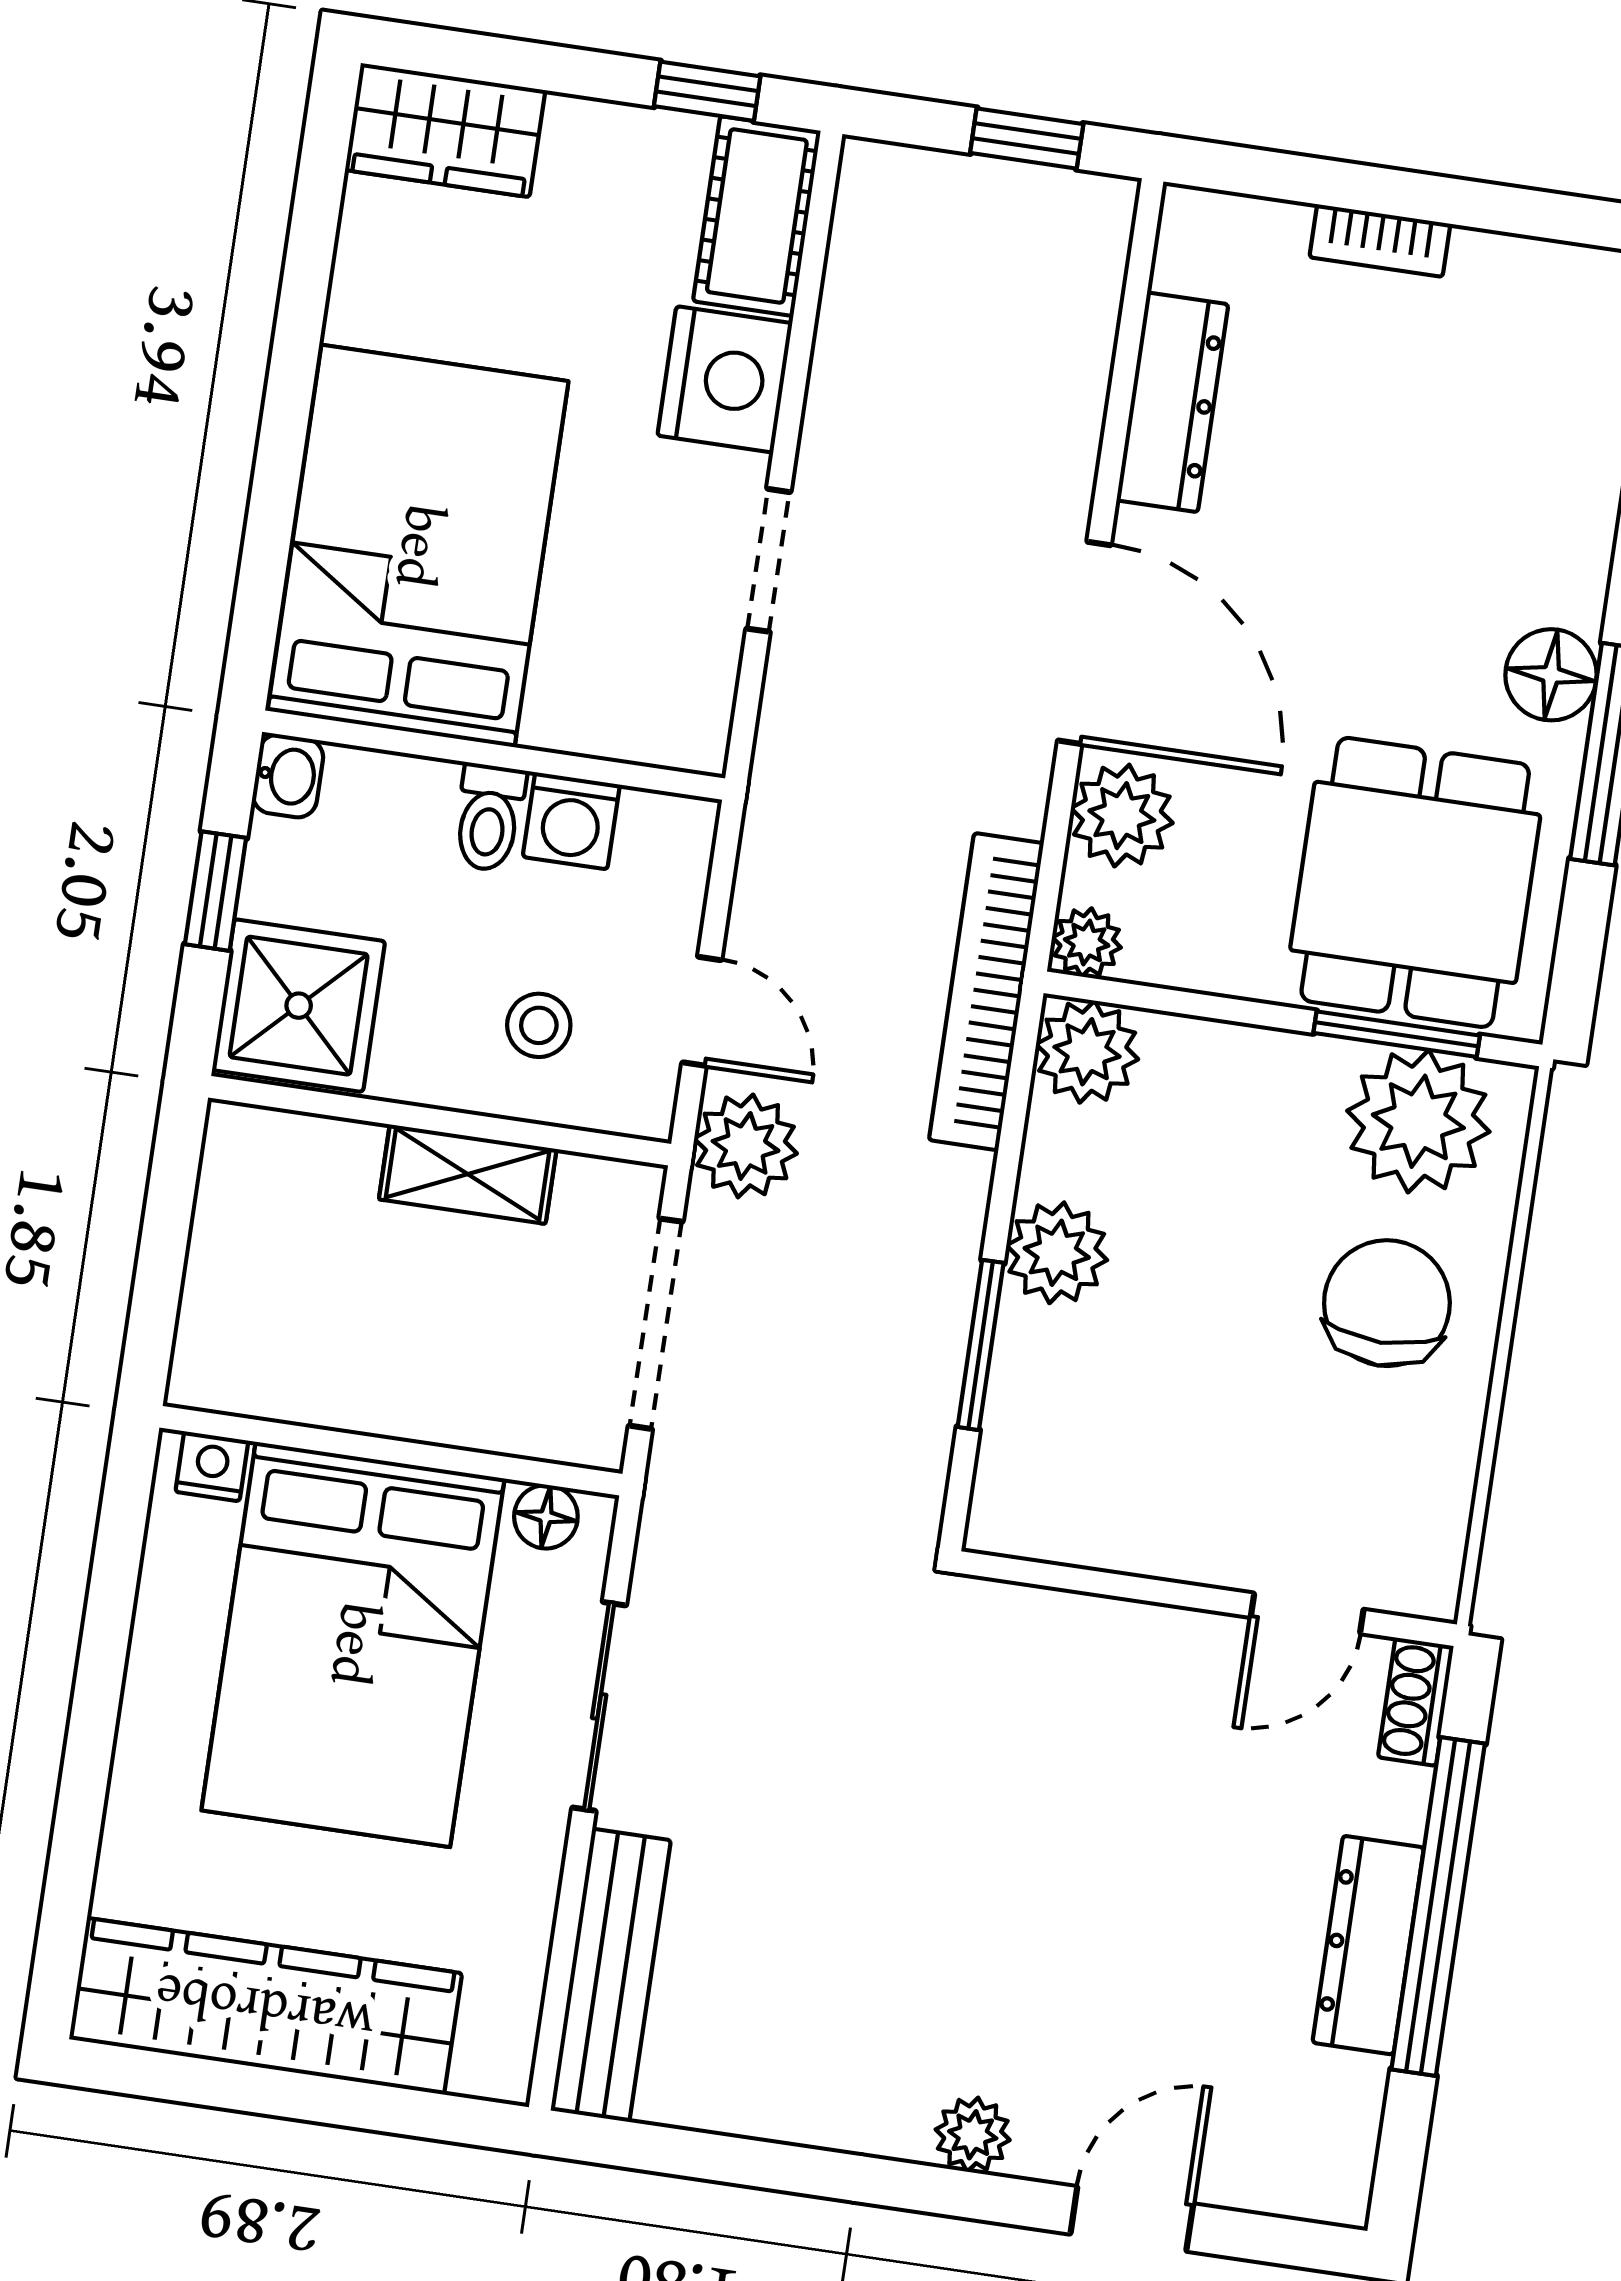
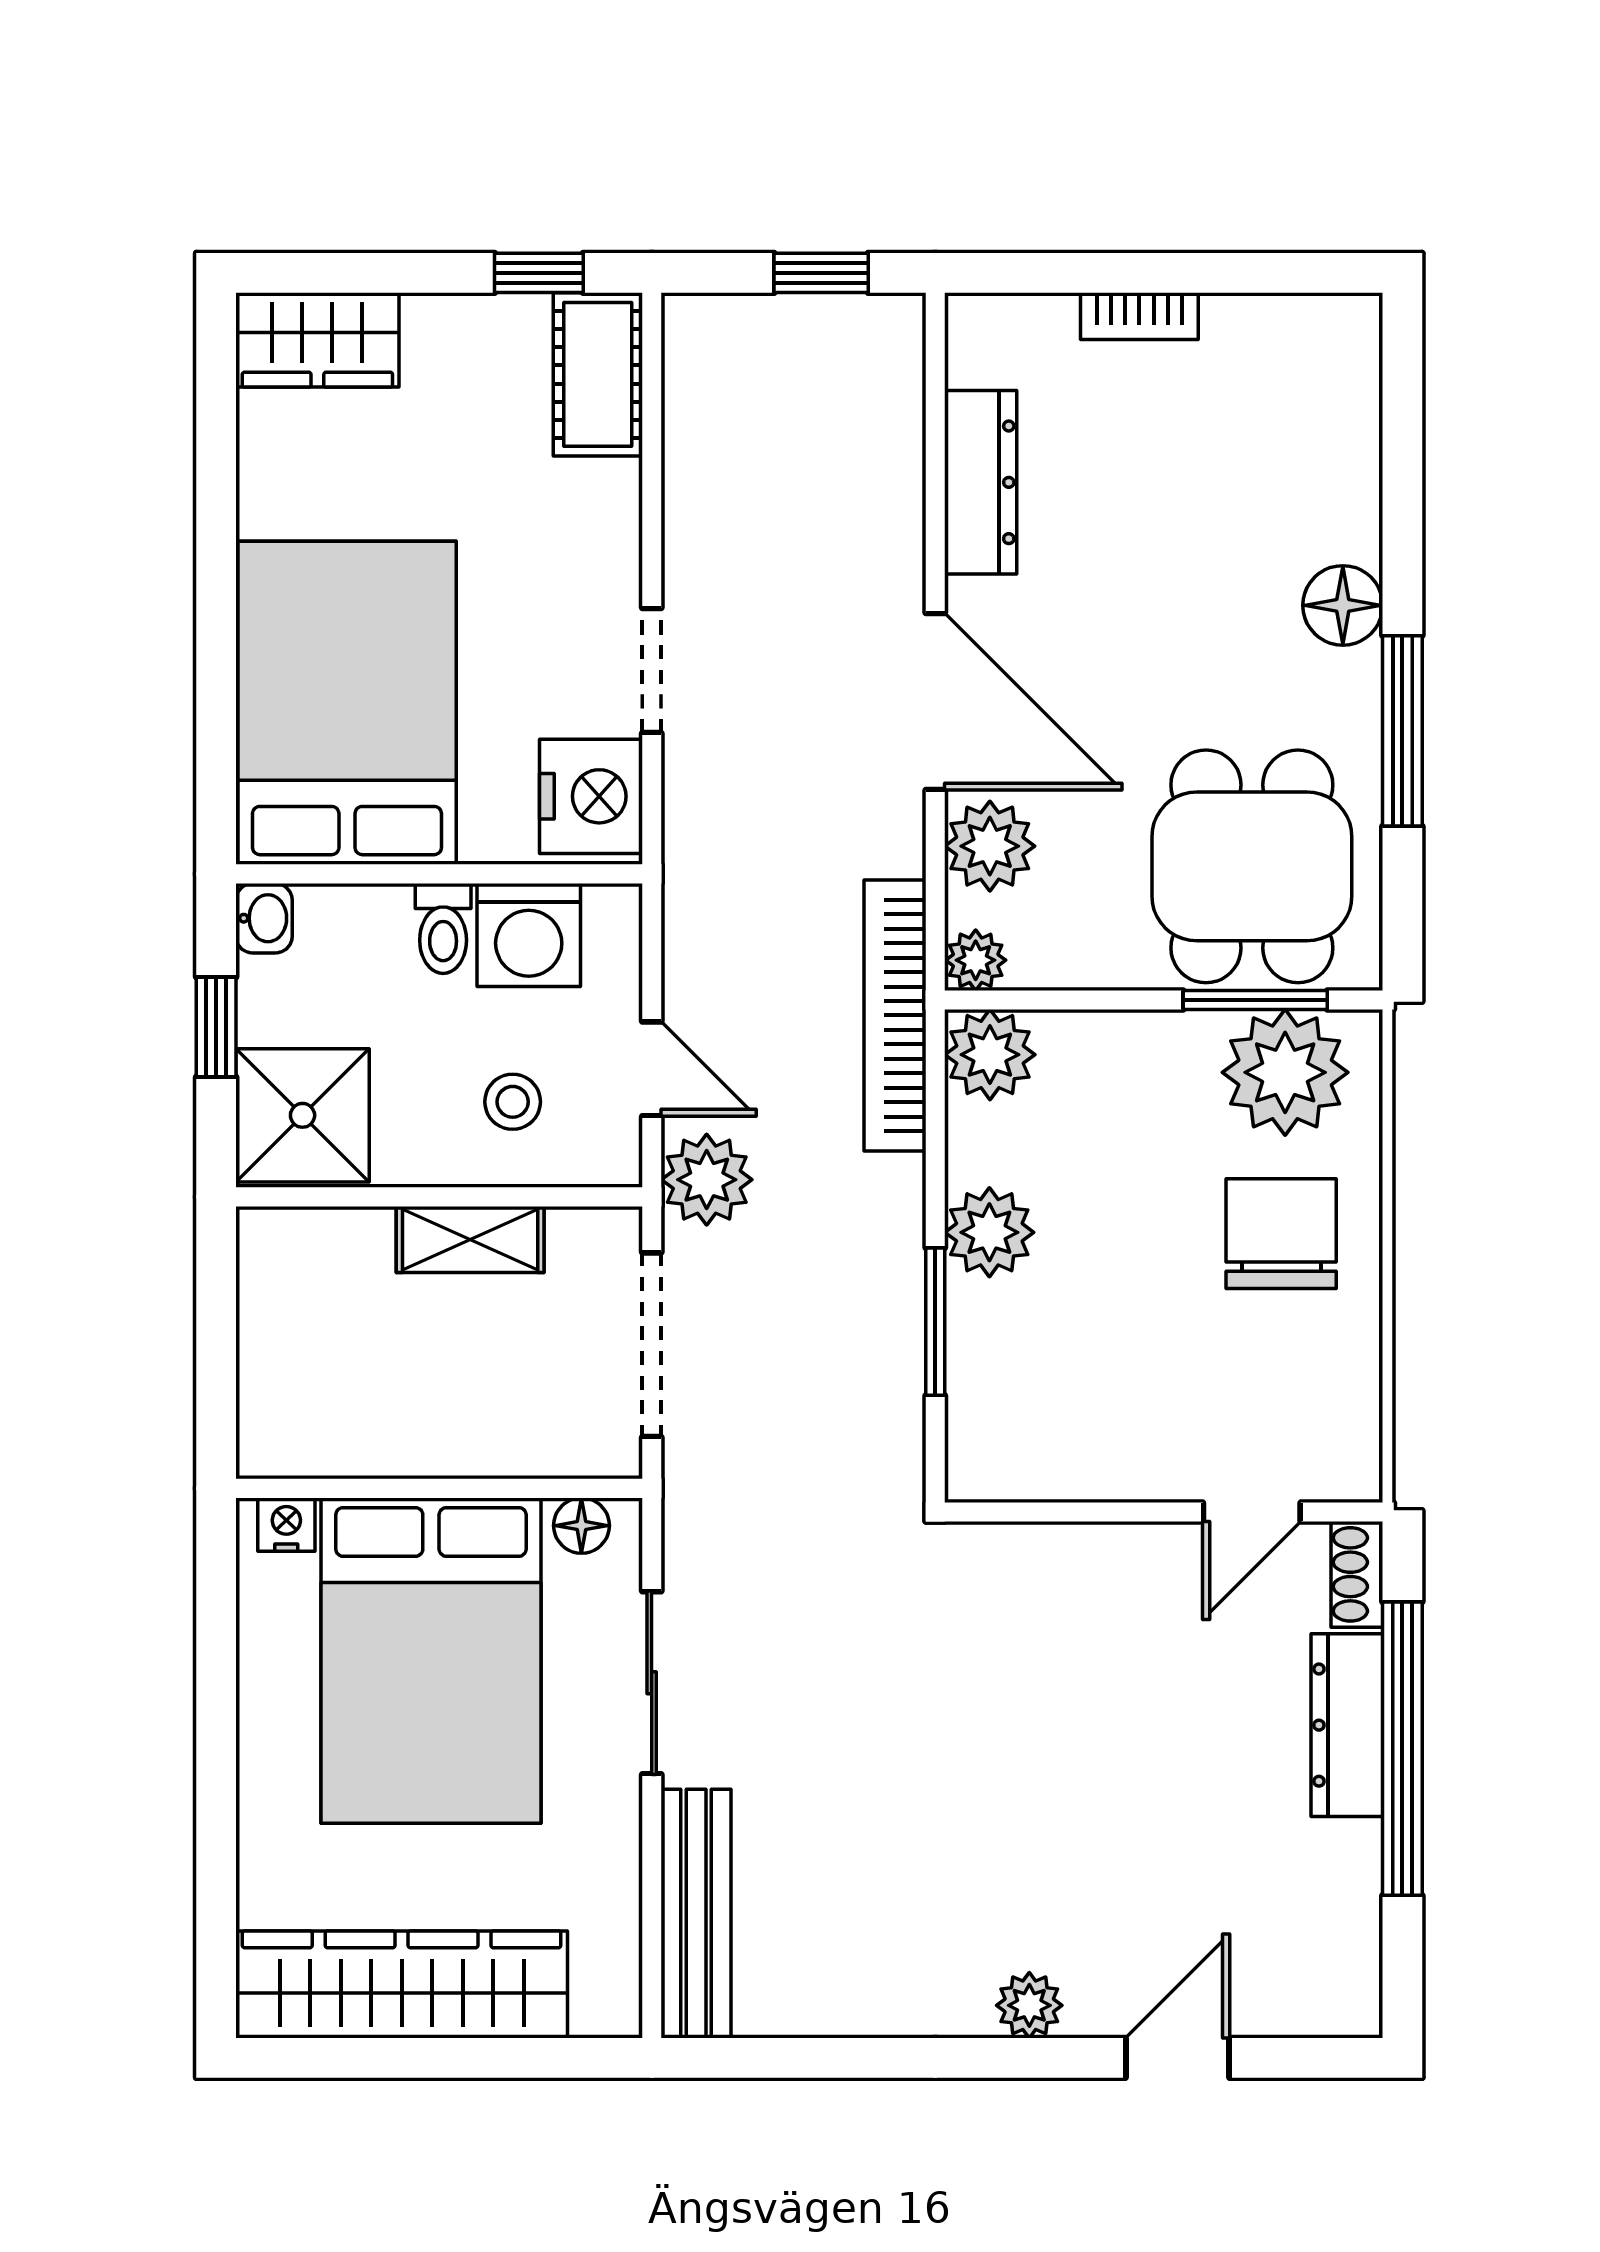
nightstand: (725, 379) -> (591, 796), moved
floor lamp: (1551, 675) -> (1343, 605), moved
washing machine: (571, 821) -> (529, 935), width x1.38, depth x1.38
dresser: (1368, 1945) -> (1347, 1725), moved

